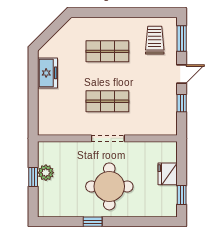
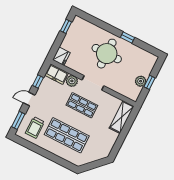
shop shelf: (107, 51) -> (67, 135), width x1.43, depth x1.36
freezer: (48, 73) -> (57, 74), moved, turned -90
shelving: (47, 112) -> (122, 117), added
plant: (137, 127) -> (72, 81), added
fridge: (168, 174) -> (61, 56), moved

